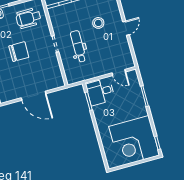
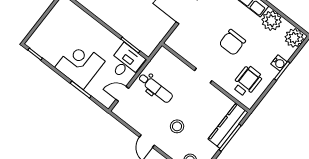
dental chair: (78, 46) -> (155, 88), moved
corner desk: (134, 141) -> (80, 64), moved, width x0.74, depth x0.74

